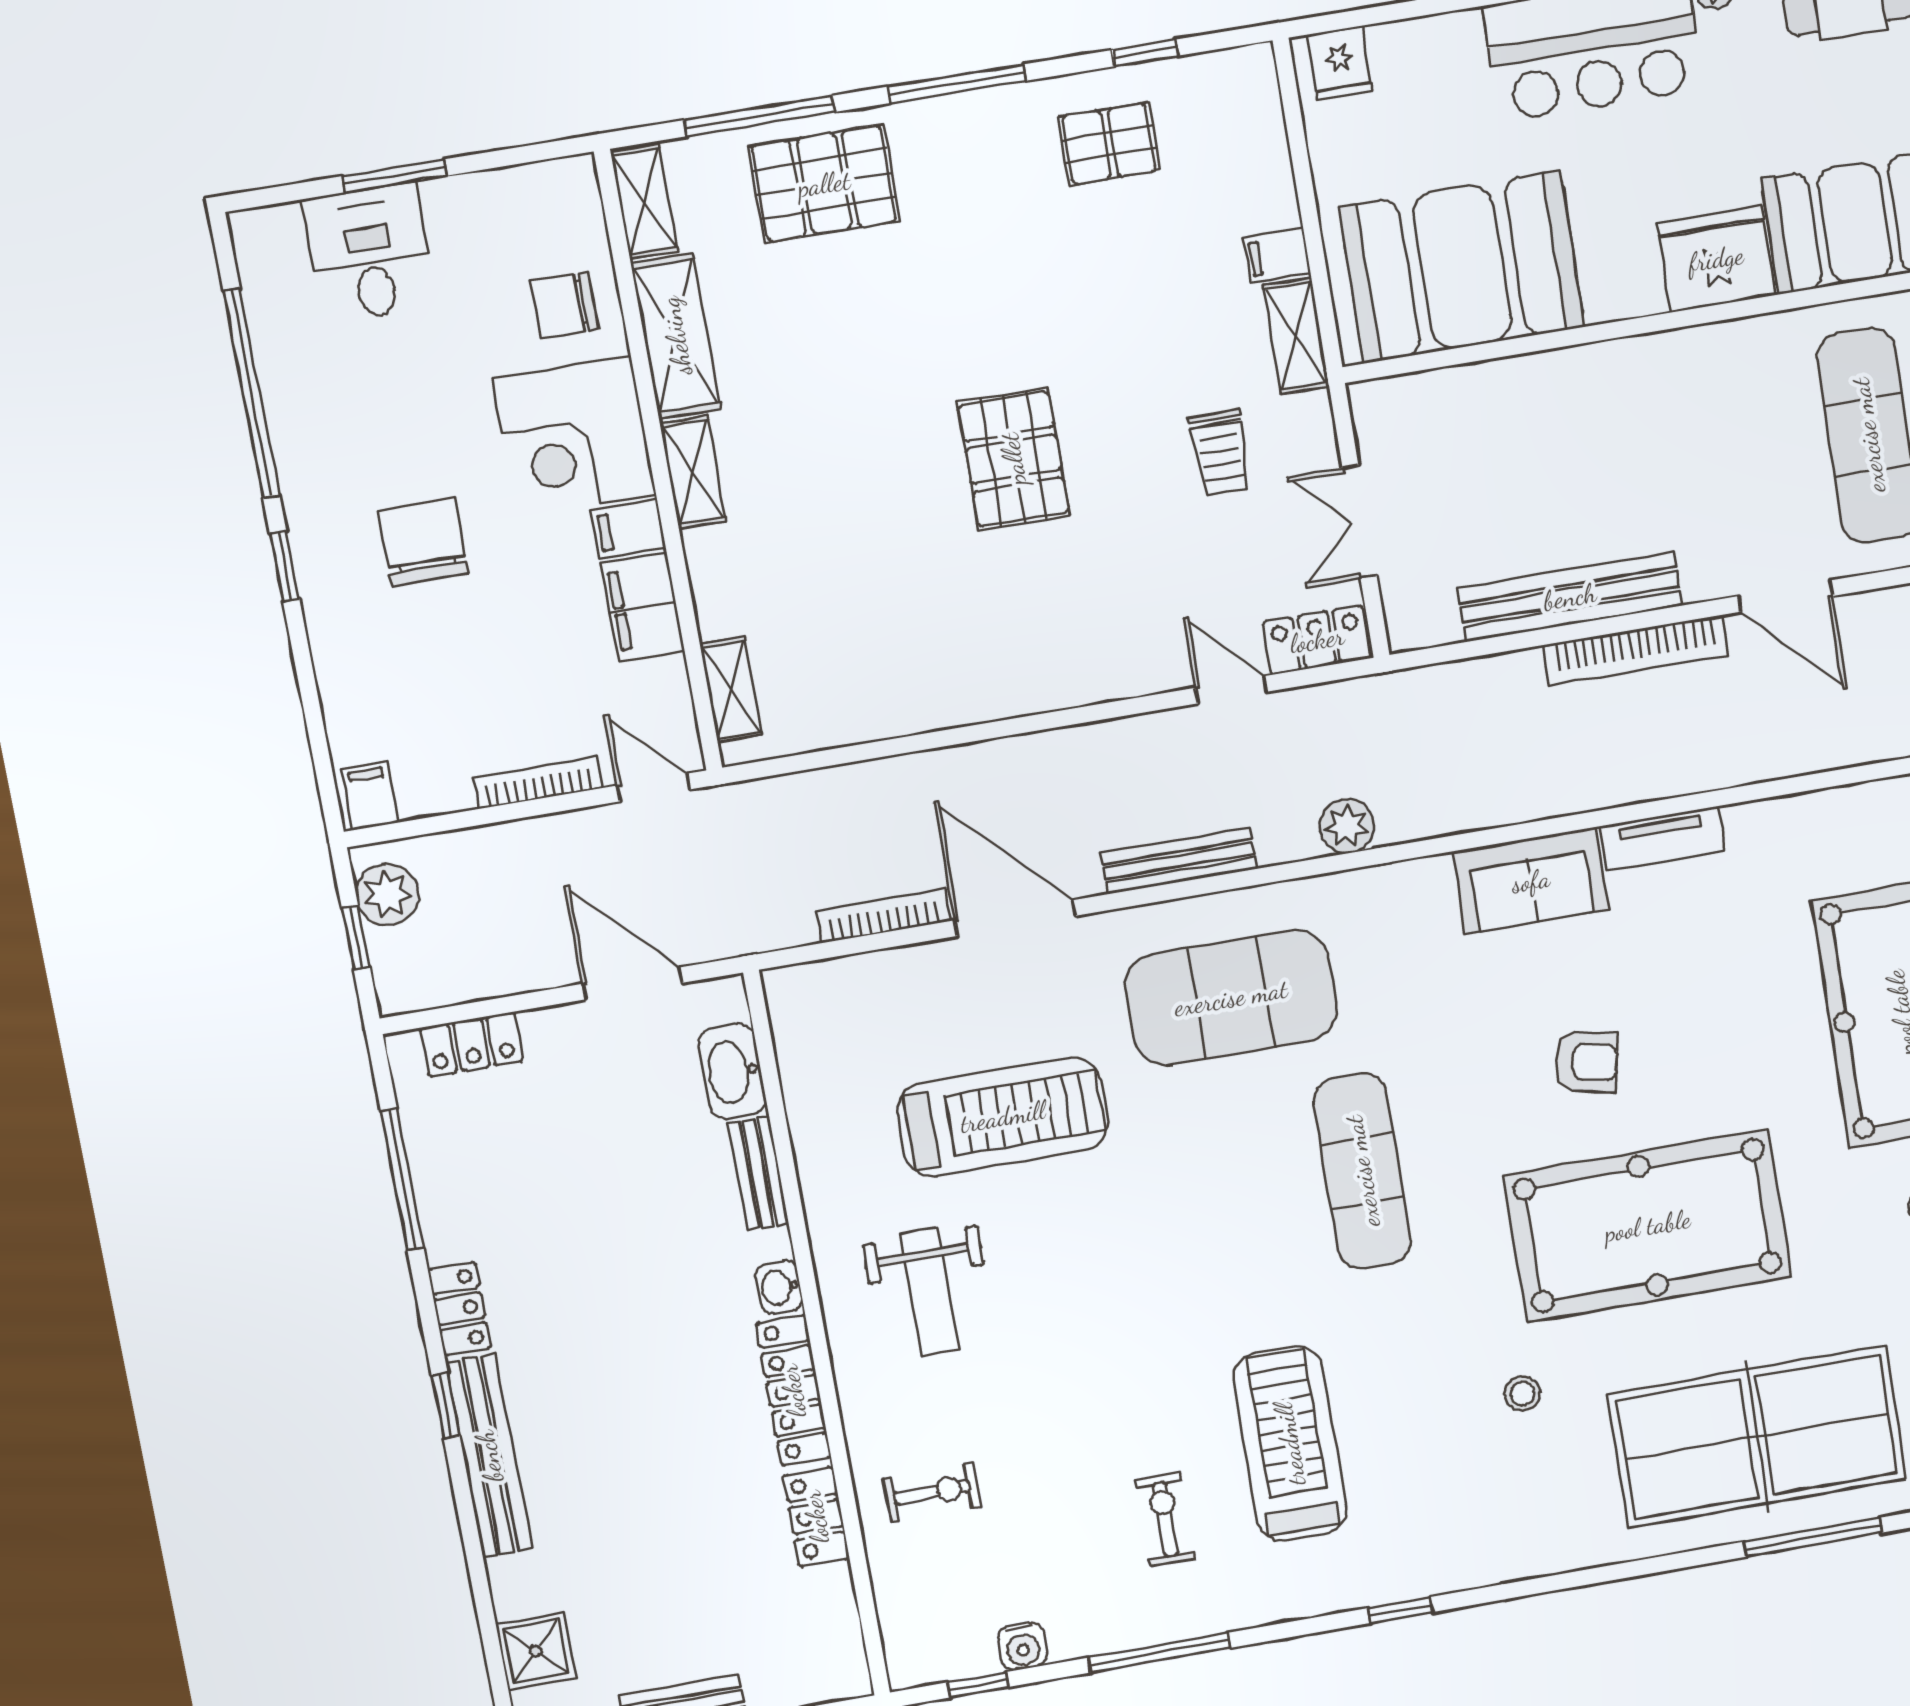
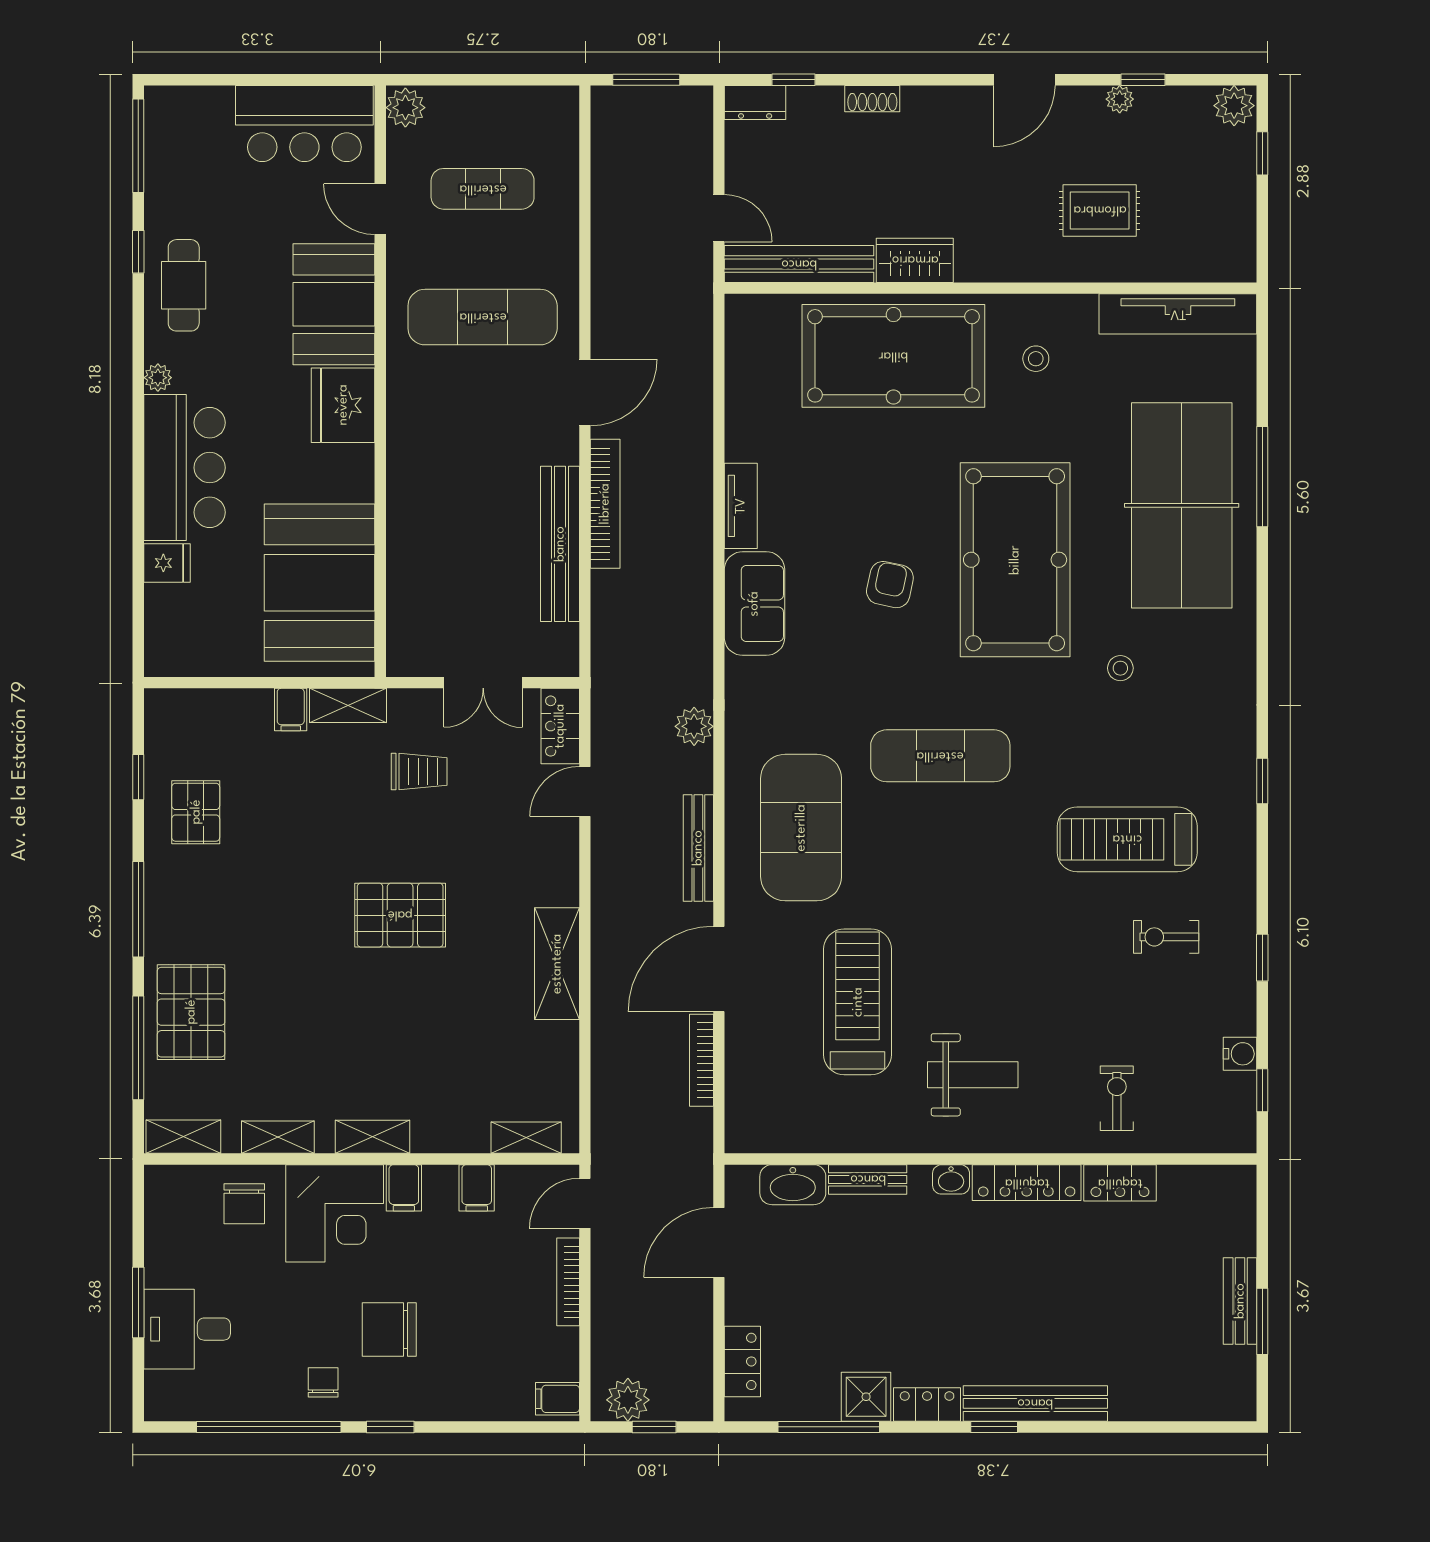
fridge: (1340, 63) -> (167, 563), moved
shelving: (676, 336) -> (278, 1137), width x0.67, depth x0.75
chair: (330, 460) -> (323, 1382), added
filing cabinet: (643, 607) -> (477, 1188), width x0.50
shelving: (983, 691) -> (557, 964), added
shower: (536, 1651) -> (866, 1397), moved
window: (1159, 1653) -> (1262, 958), width x0.46

